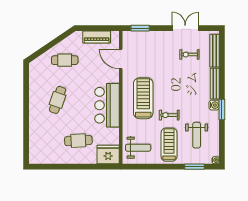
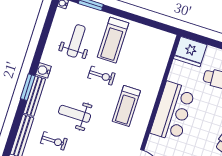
treadmill: (143, 98) -> (126, 106), width x0.73, depth x0.73
window: (222, 110) -> (28, 87), moved
weight bench: (138, 148) -> (75, 114), moved

